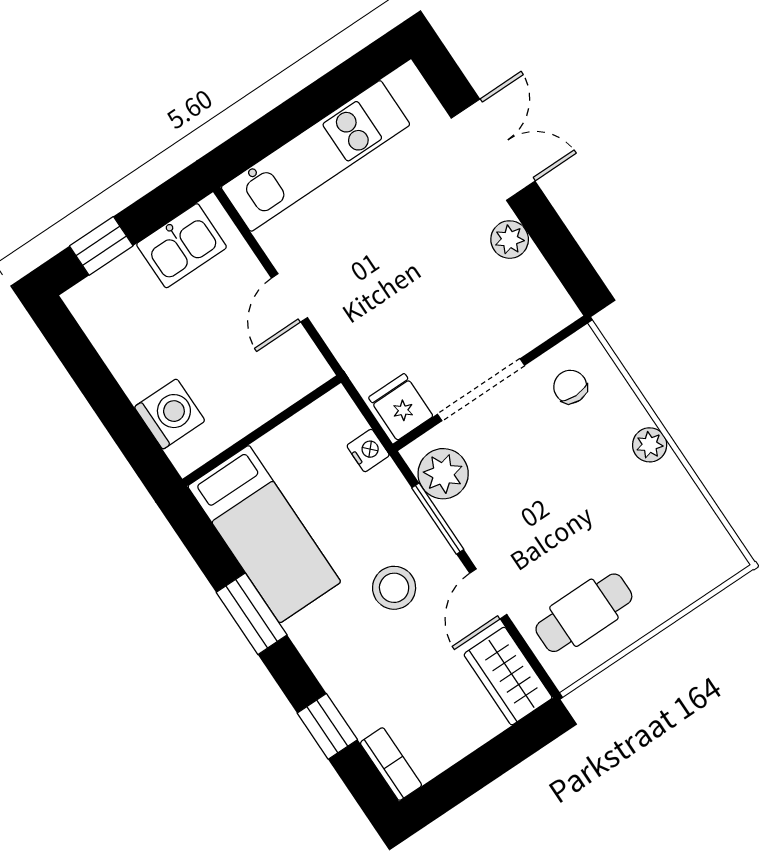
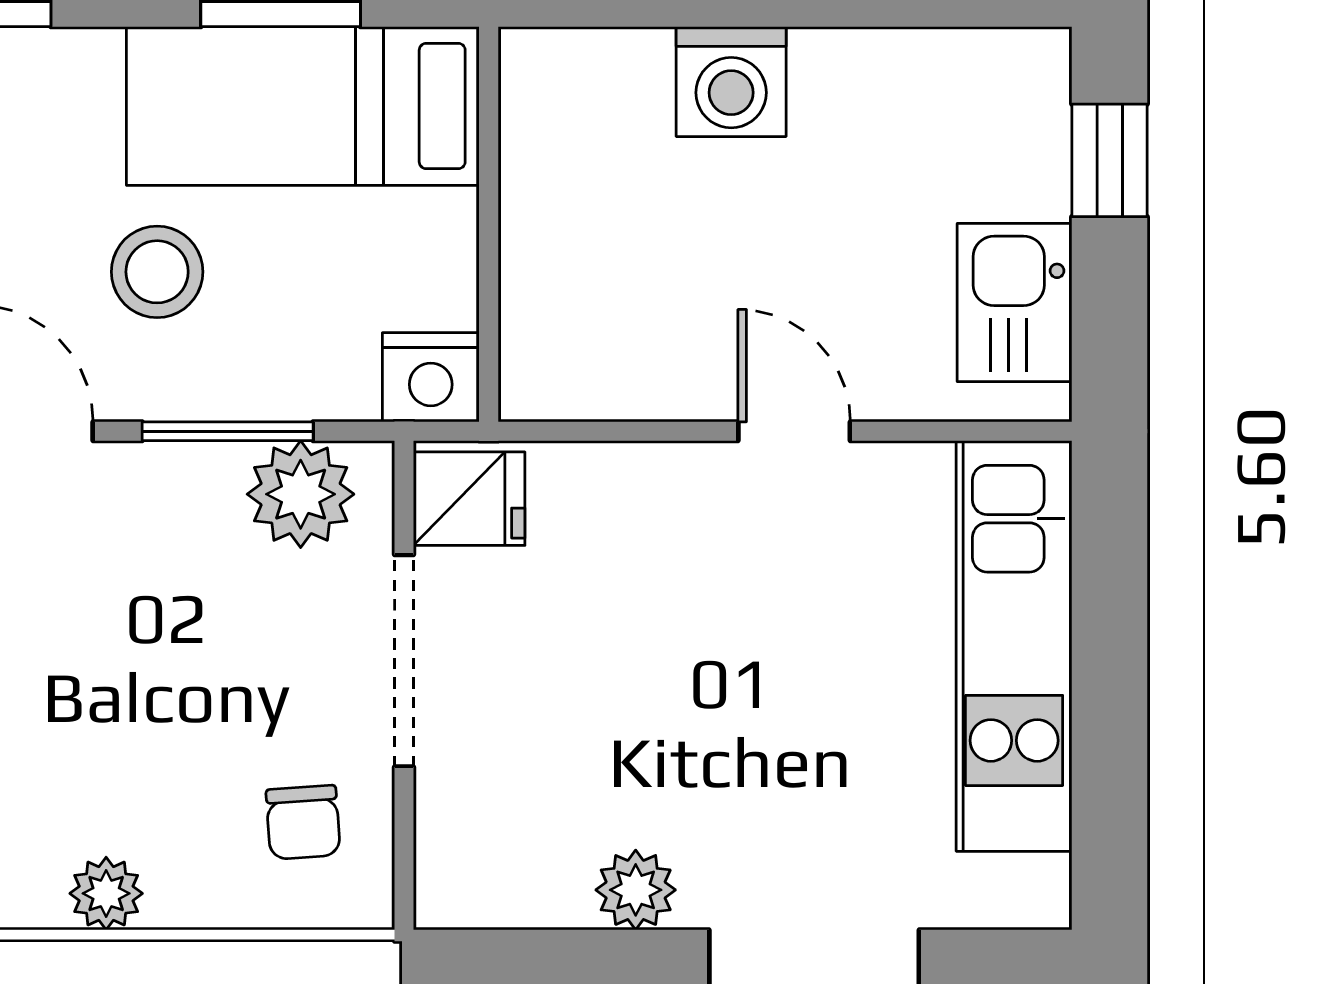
chair: (570, 387) -> (303, 822), turned 86
wall: (262, 431) -> (489, 224), moved
nightstand: (368, 451) -> (431, 377), width x1.39, depth x1.35
bed: (264, 534) -> (303, 106), moved

